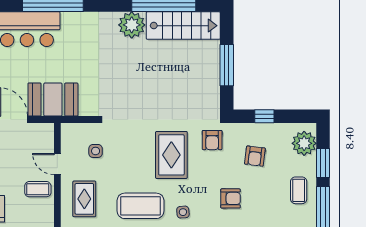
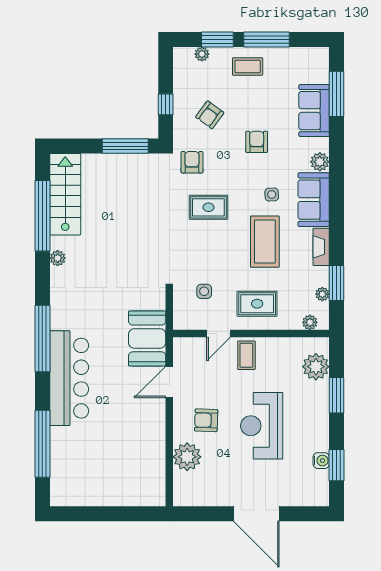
plant: (132, 25) -> (58, 258), width x0.53, depth x0.53
window: (227, 65) -> (125, 146), moved
armchair: (212, 140) -> (192, 162), turned -90
plant: (304, 143) -> (202, 54), width x0.53, depth x0.53
rug: (171, 155) -> (208, 207), width x0.73, depth x0.70
armchair: (255, 156) -> (210, 115), turned 119

